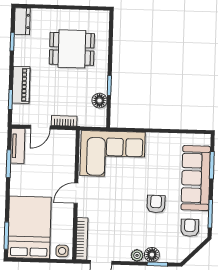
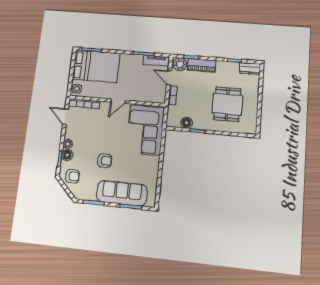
plant: (21, 114) -> (180, 64), added
door: (76, 193) -> (118, 101), swing flipped
armchair: (190, 228) -> (73, 176), moved

